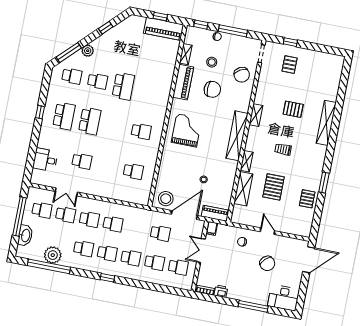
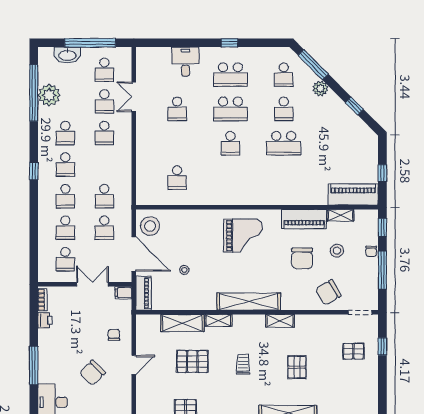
piano: (164, 29) -> (353, 194), moved, turned 90
school desk: (141, 131) -> (230, 143), moved
desk: (45, 160) -> (185, 62), moved
school desk: (113, 224) -> (104, 196), moved

